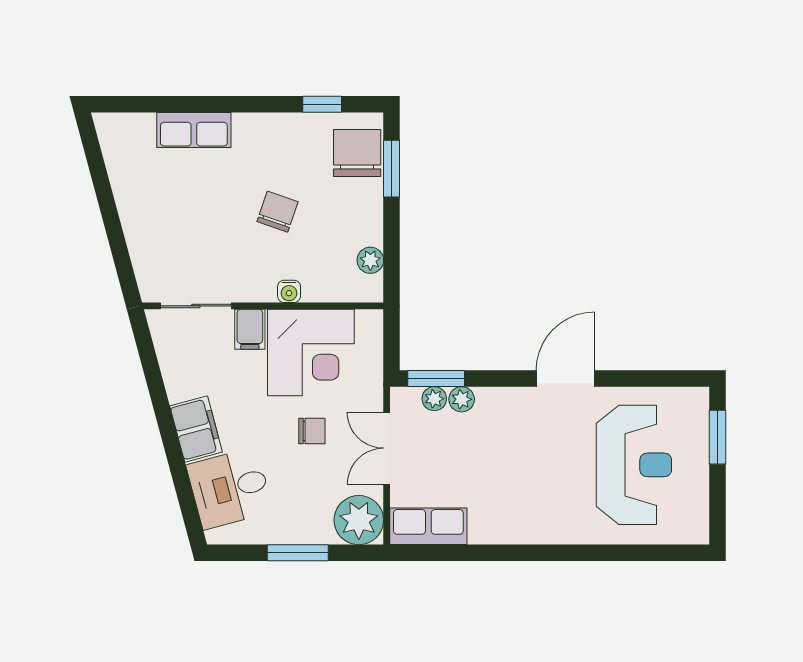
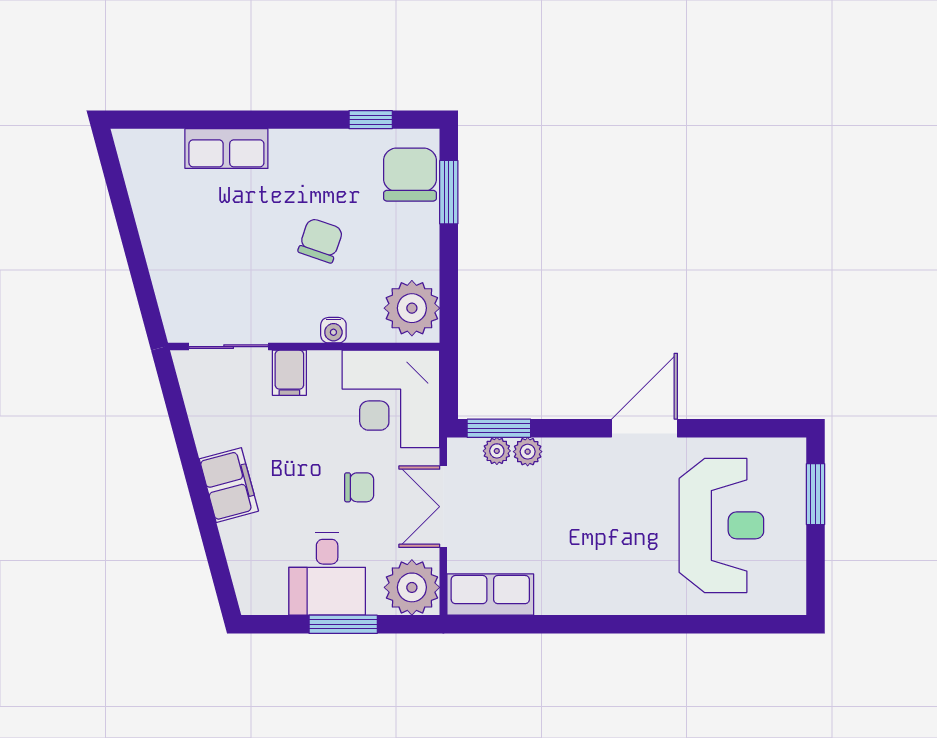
plant: (370, 260) -> (412, 308), width x1.88, depth x1.88
corner desk: (311, 352) -> (391, 399), moved, turned 90
desk: (230, 488) -> (327, 574), moved, turned -75

